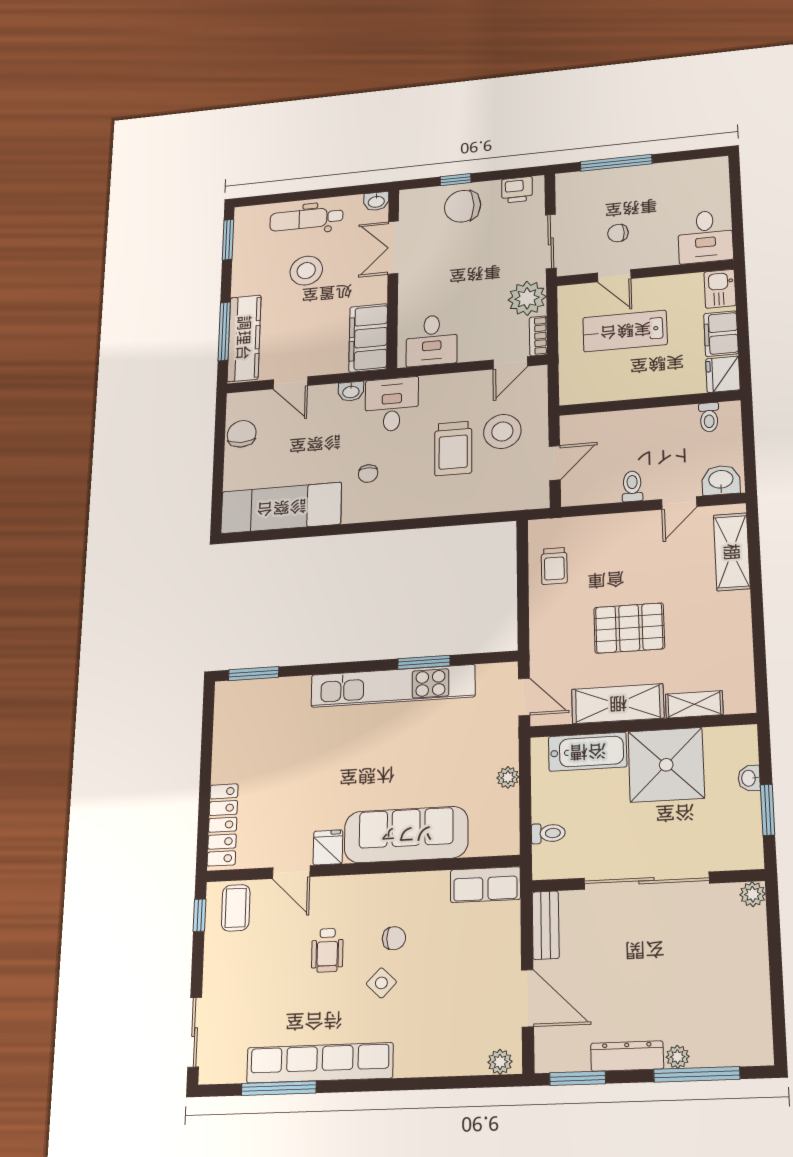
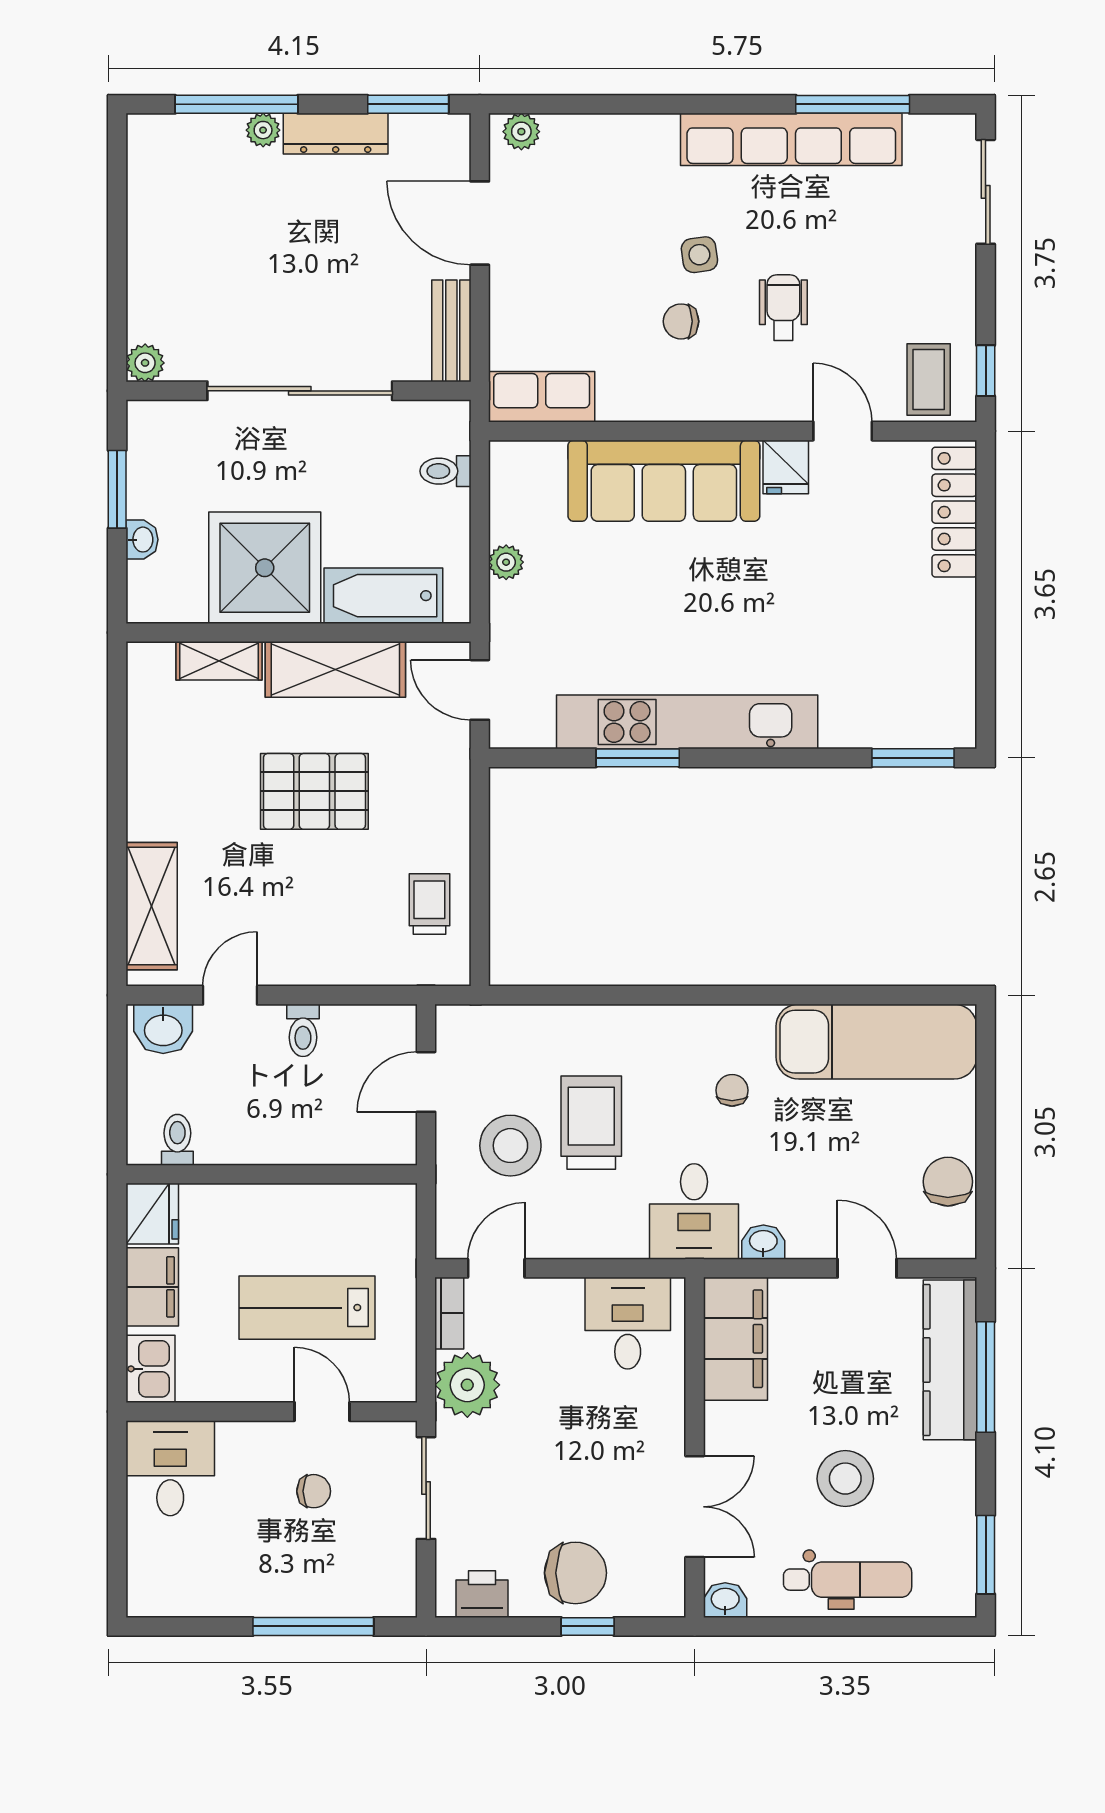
lab bench: (625, 331) -> (307, 1308), turned 180
chair: (242, 434) -> (948, 1182), turned 180
side table: (381, 983) -> (699, 255), turned 38

